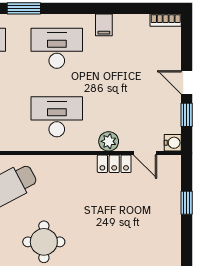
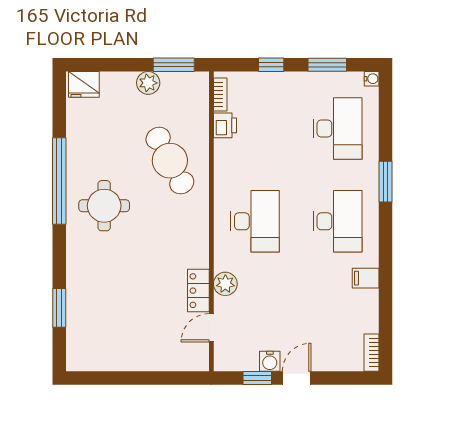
water cooler: (173, 143) -> (270, 361), moved
window: (187, 203) -> (151, 378), removed

